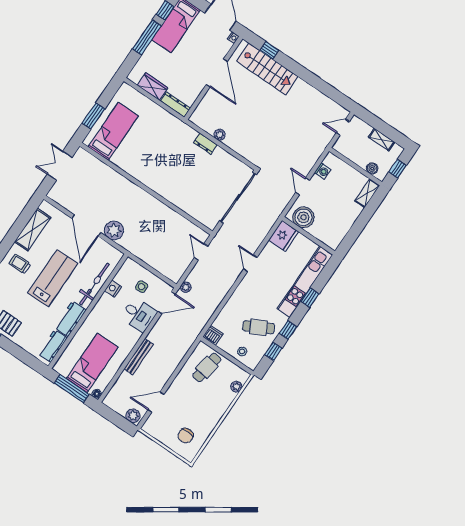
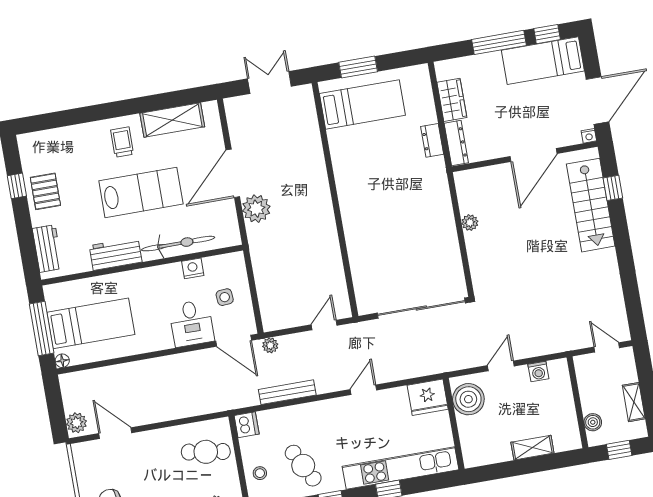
dresser: (205, 144) -> (432, 140), moved
shelving: (367, 193) -> (532, 448), moved
workbench: (53, 346) -> (47, 249), moved, turned 90
bench: (139, 357) -> (287, 392), moved

